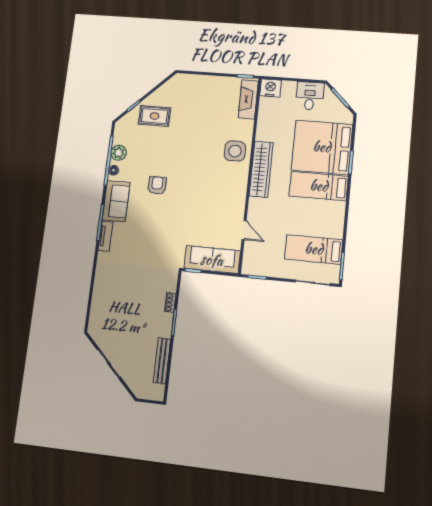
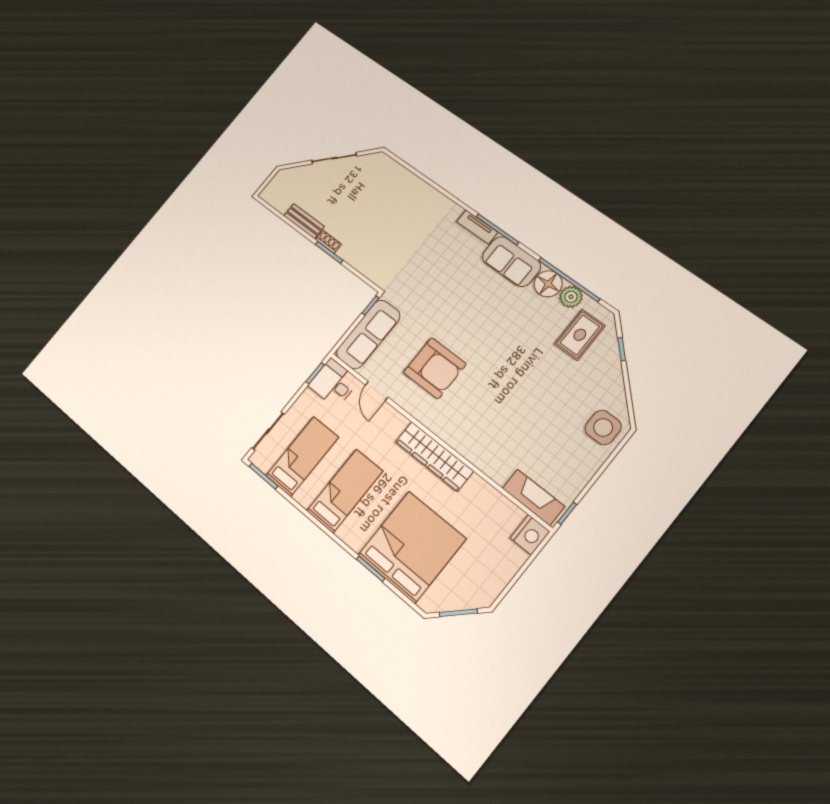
desk: (310, 96) -> (334, 383), moved, turned 180
rug: (155, 116) -> (580, 335), moved
side table: (235, 151) -> (603, 427), moved
floor lamp: (114, 170) -> (548, 284), width x1.89, depth x1.89
armchair: (157, 185) -> (435, 368), moved, width x1.88, depth x1.88
bed: (319, 186) -> (345, 491), moved
door: (244, 230) -> (377, 391), hinge flipped
shoe rack: (170, 302) -> (328, 242), moved
bench: (162, 361) -> (304, 221), width x0.73

